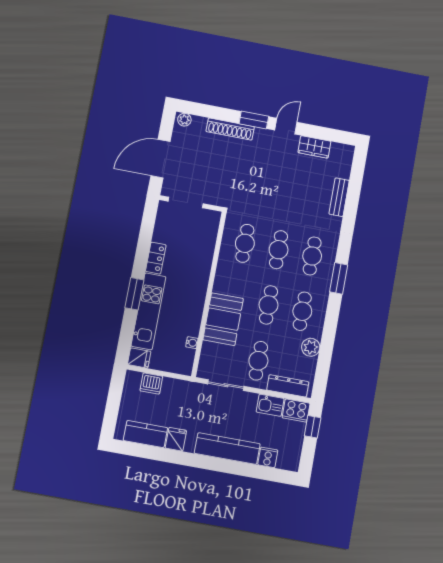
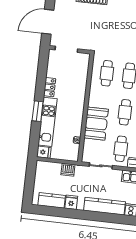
dishwasher: (151, 384) -> (68, 170), moved

